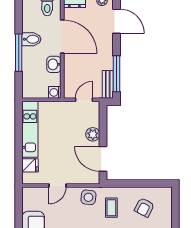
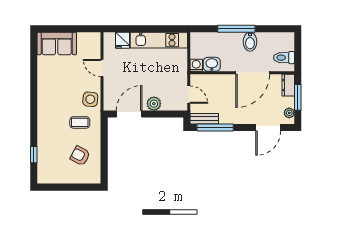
washbasin: (54, 64) -> (212, 64), moved

